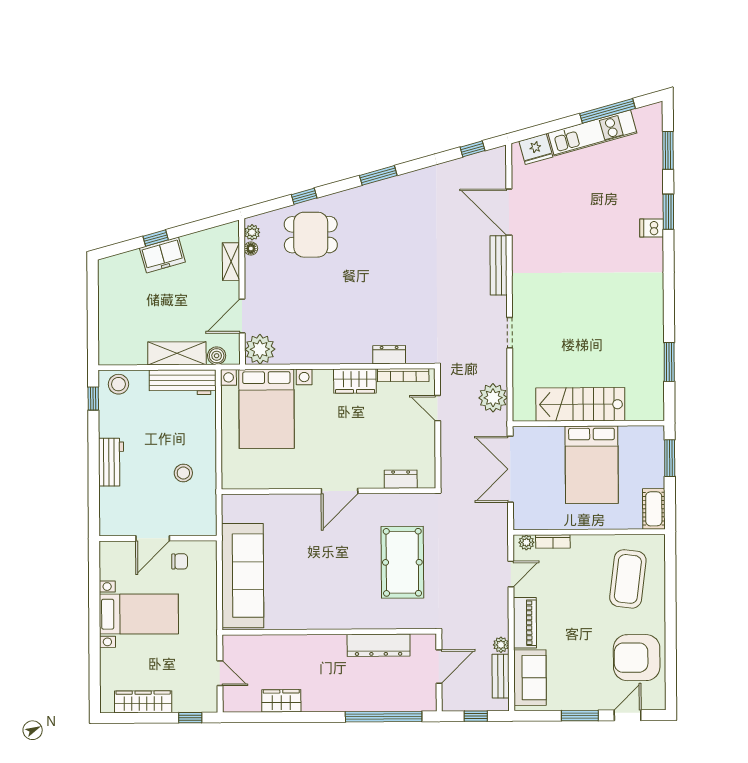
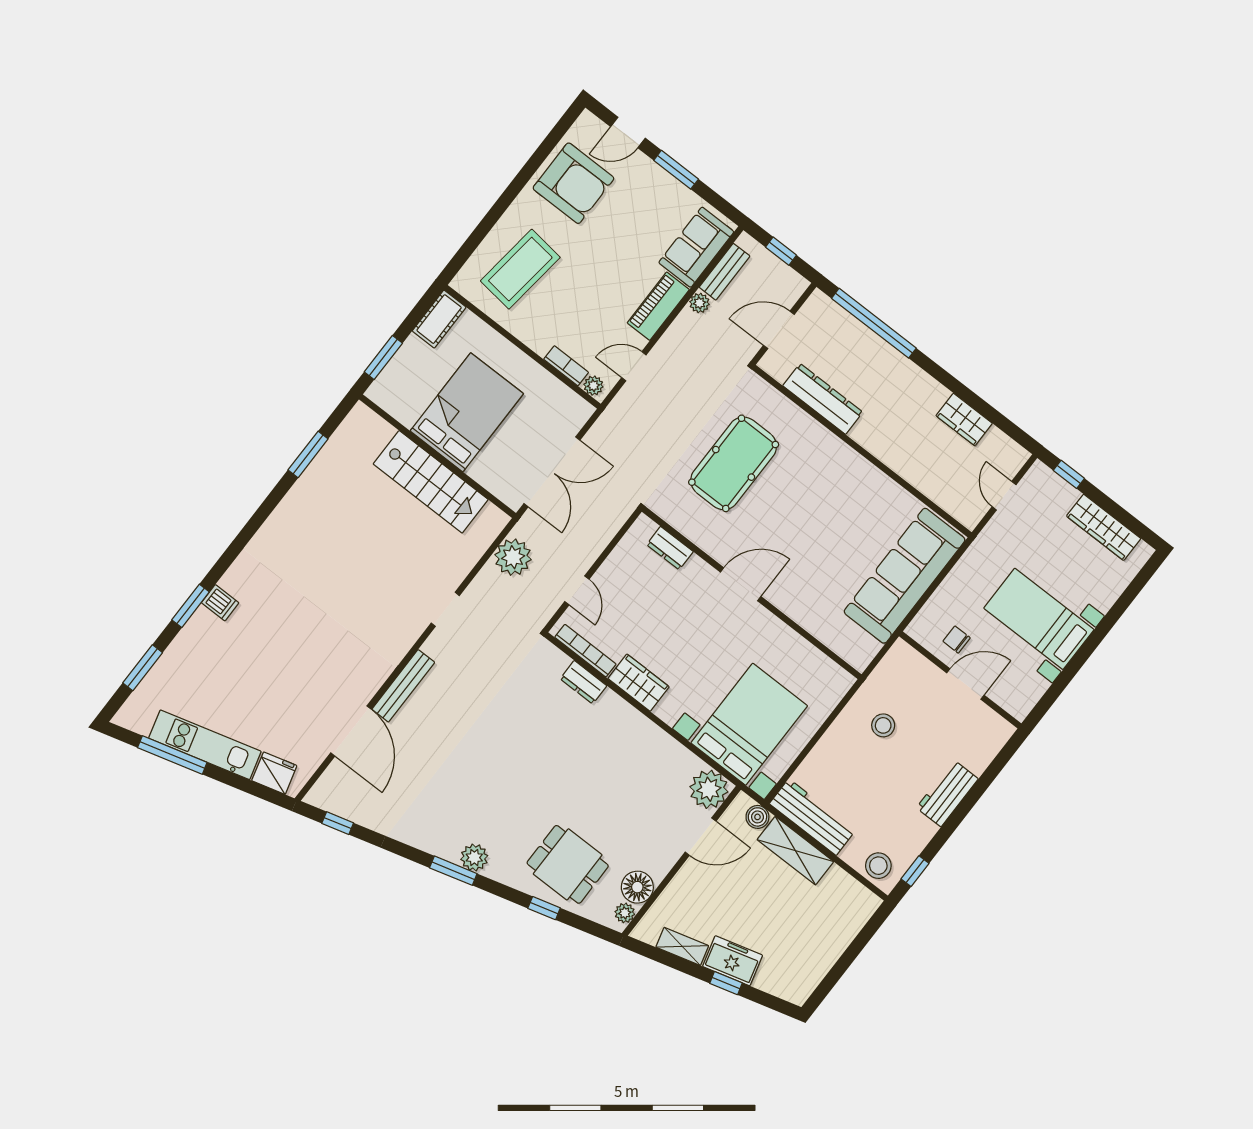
plant: (372, 194) -> (474, 858), added
floor lamp: (251, 248) -> (637, 887), width x1.89, depth x1.89
shelving: (231, 262) -> (682, 946), moved, turned 75

